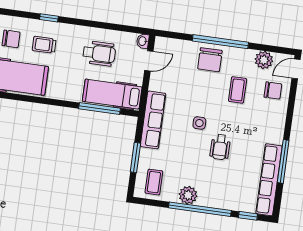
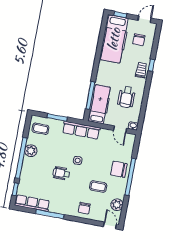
trolley: (44, 45) -> (141, 70), moved
chair: (273, 90) -> (84, 208), moved
row of seats: (269, 180) -> (32, 203), width x0.73

